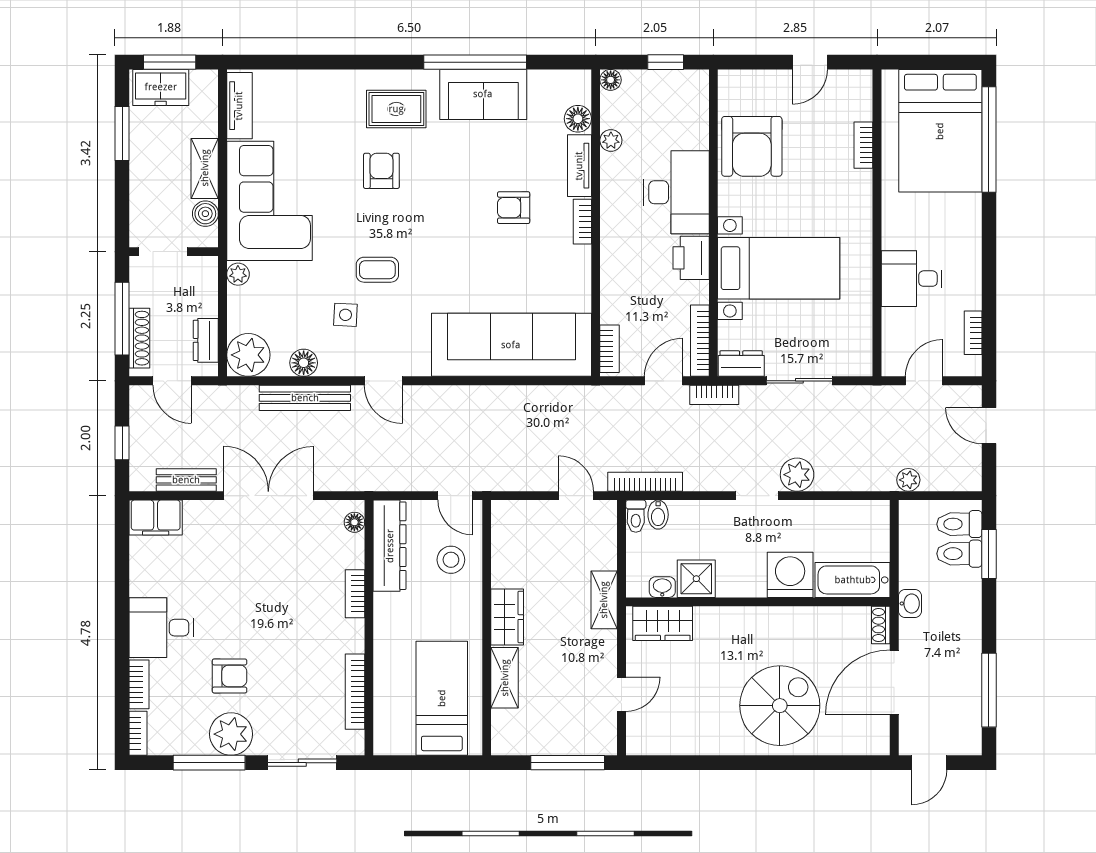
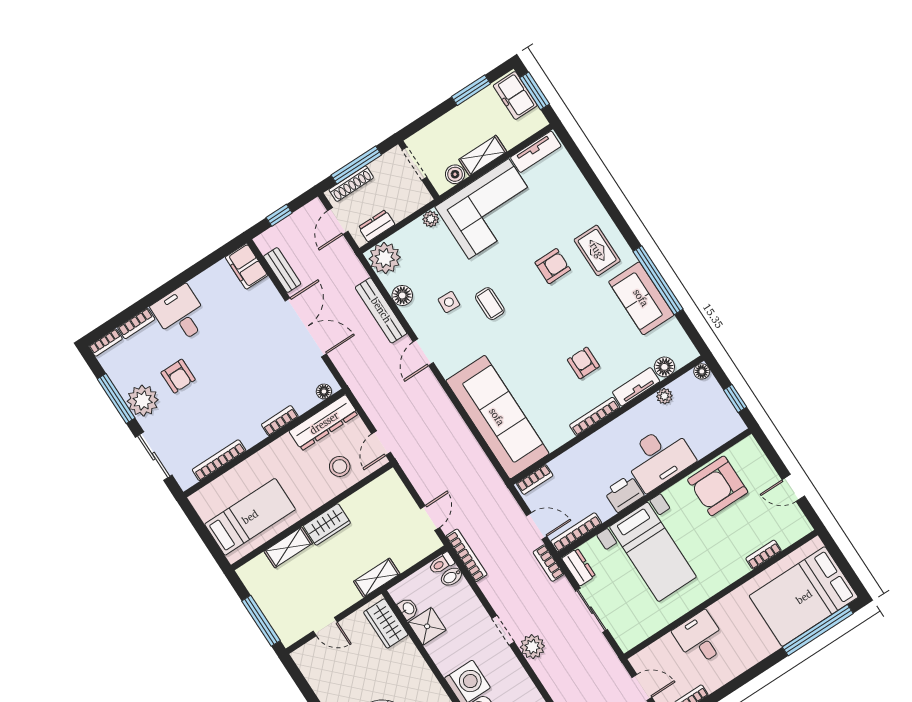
bookcase: (582, 222) -> (595, 416), width x1.56

